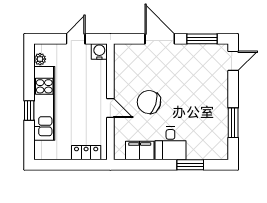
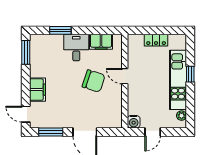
door: (233, 61) -> (26, 114), hinge flipped
filing cabinet: (219, 91) -> (37, 90), added
window: (233, 123) -> (26, 52), moved
locker: (86, 153) -> (156, 40), moved

